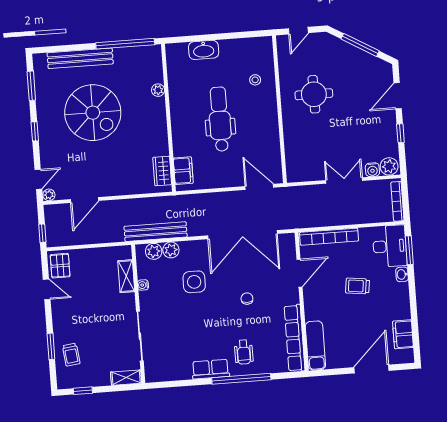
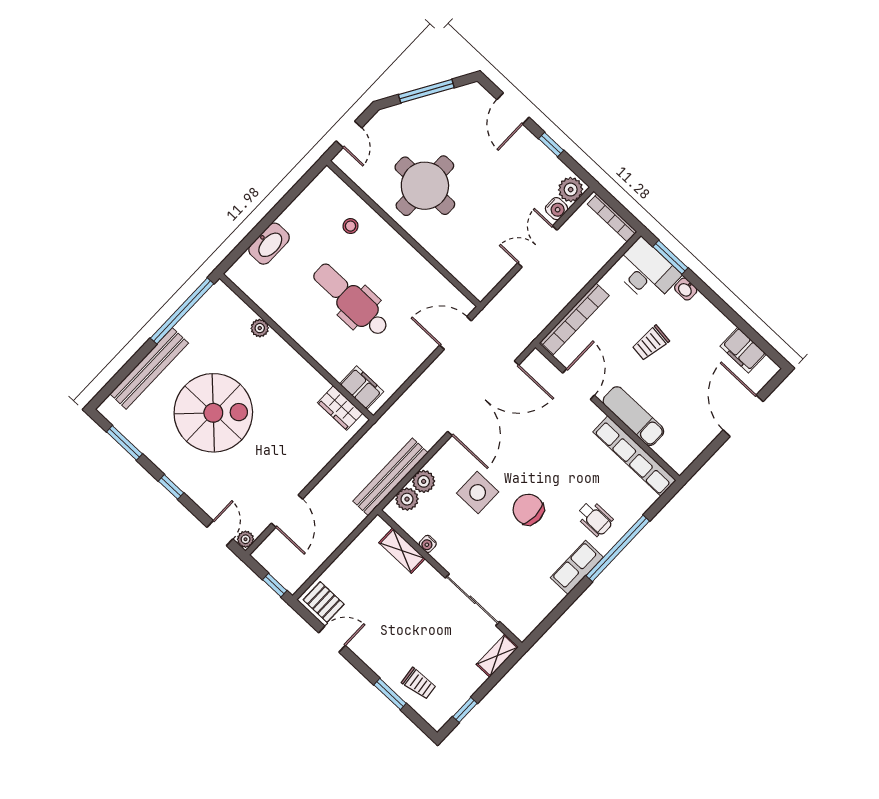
round table: (314, 94) -> (425, 186), width x1.36, depth x1.36
chair: (247, 299) -> (528, 509), moved, width x1.87, depth x1.87
exam couch: (315, 346) -> (633, 416), moved

